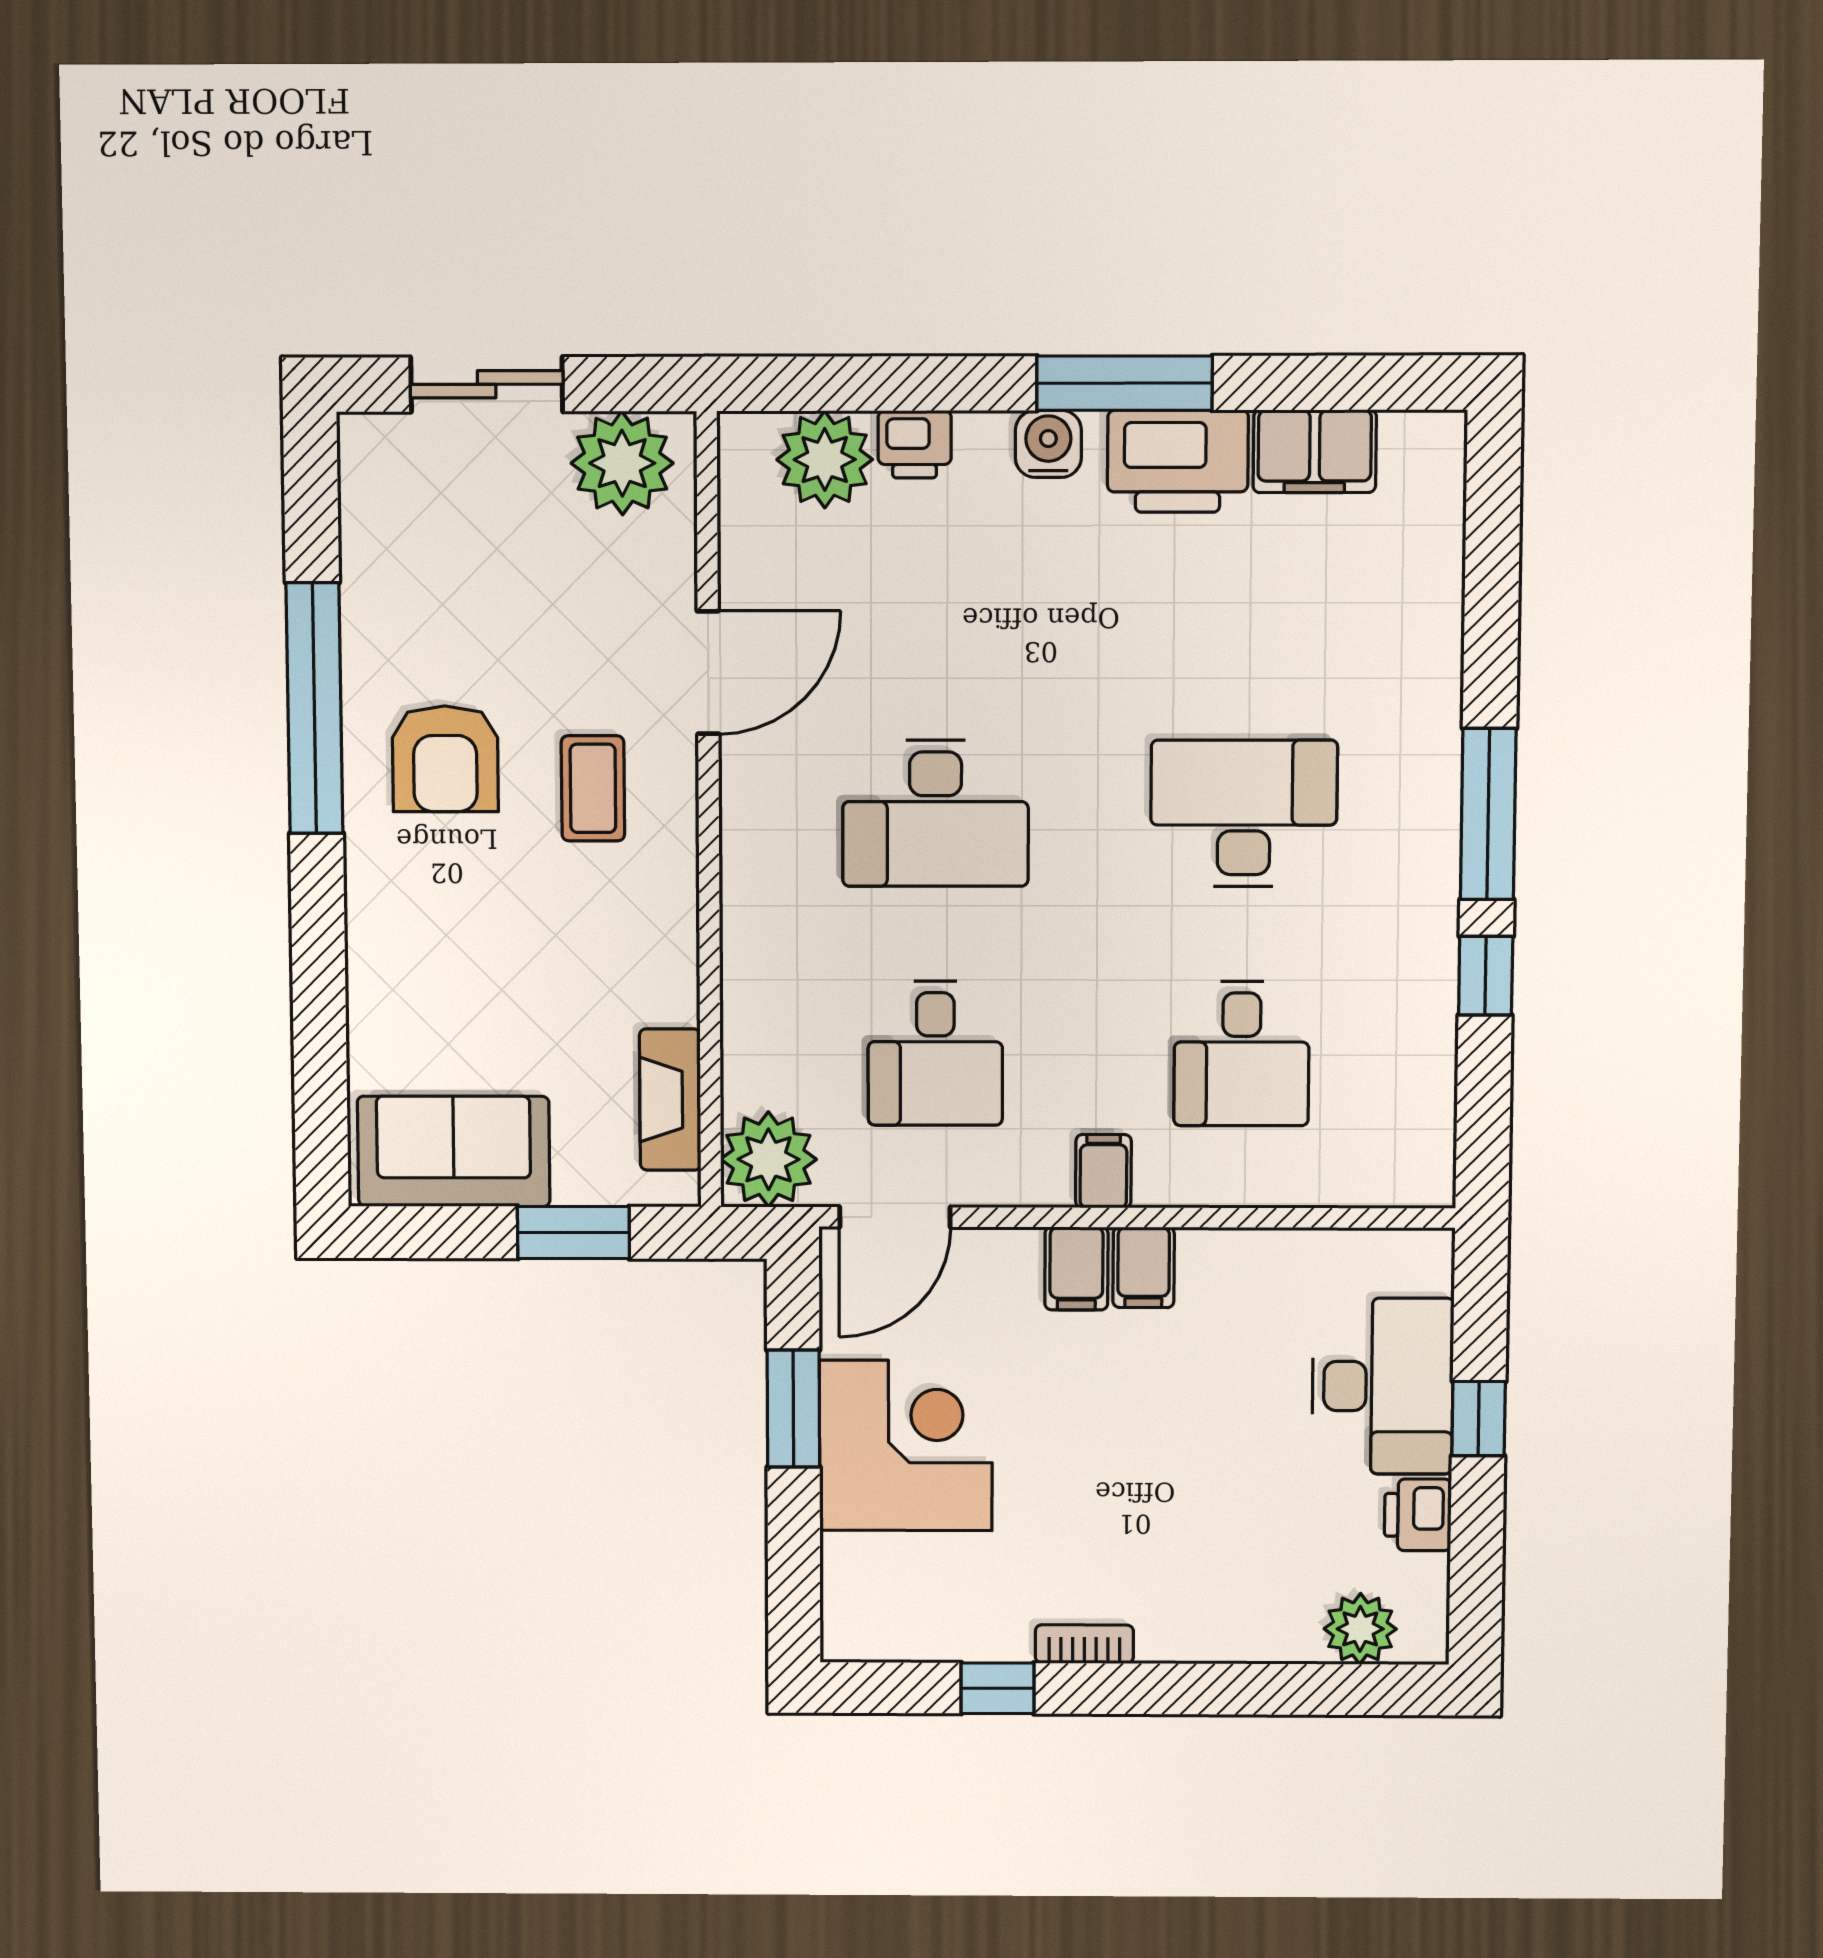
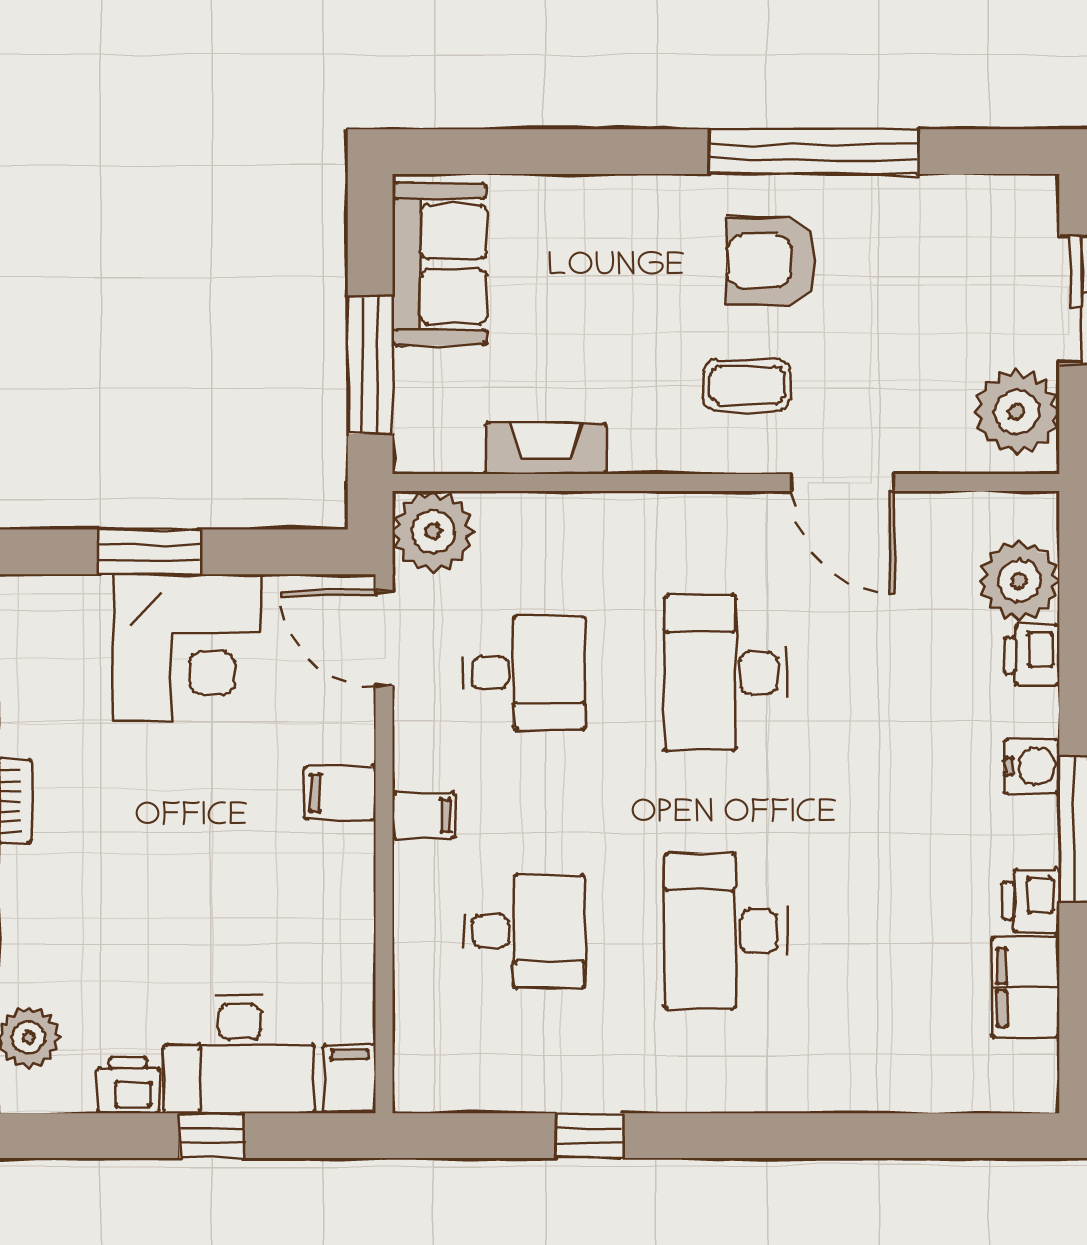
printer: (1178, 461) -> (1031, 901), width x0.53, depth x0.68
desk: (1244, 813) -> (726, 931), turned 180
window: (1488, 814) -> (725, 1136), removed
desk: (935, 1053) -> (524, 673), turned 180
desk: (1242, 1054) -> (524, 931), turned 180
fireplace: (670, 1100) -> (546, 448), moved
window: (573, 1233) -> (370, 365), width x1.44
filing cabinet: (1144, 1267) -> (350, 1079), moved, turned 90
window: (793, 1409) -> (150, 552), moved

